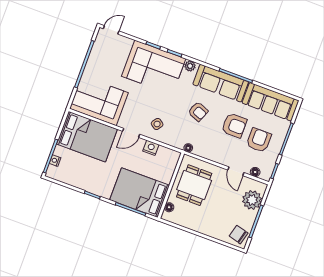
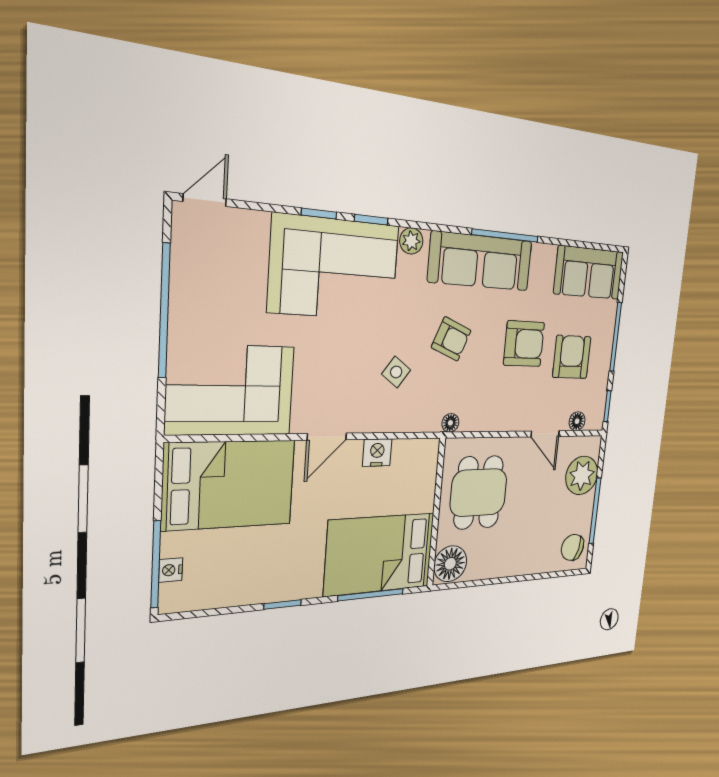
sofa: (271, 102) -> (589, 273), width x0.73
side table: (157, 124) -> (396, 372), moved
floor lamp: (169, 207) -> (450, 564), width x1.89, depth x1.89

